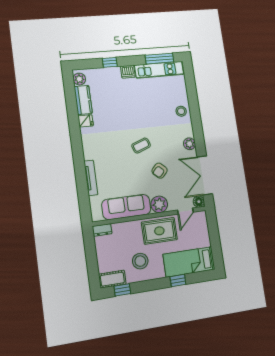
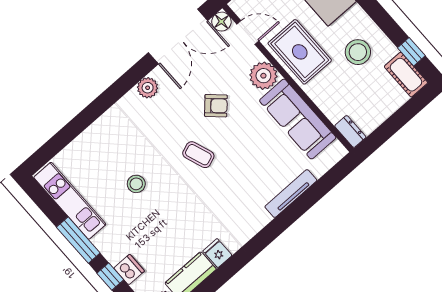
window: (159, 59) -> (78, 240), moved
dishwasher: (128, 72) -> (129, 270), moved
stool: (181, 111) -> (136, 184), moved

